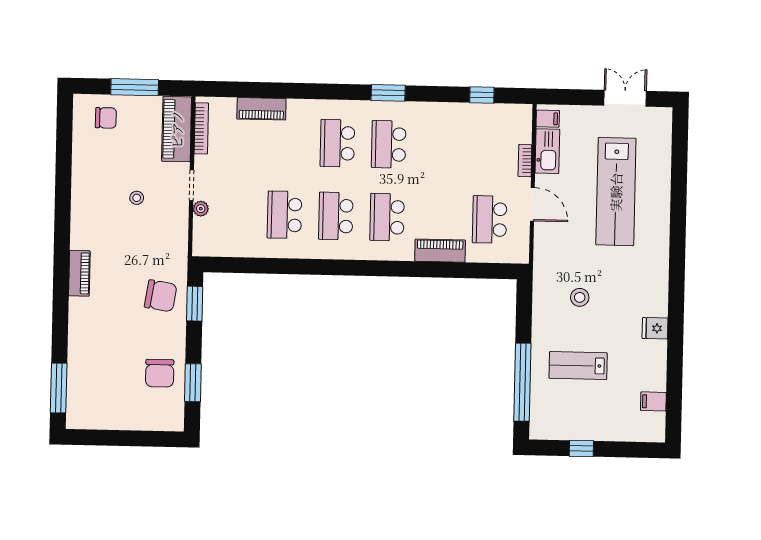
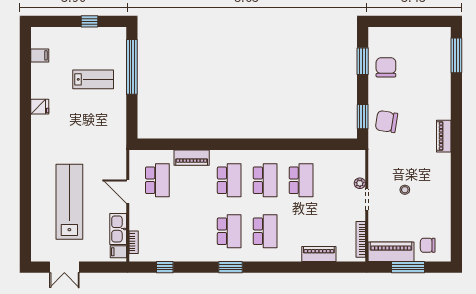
piano: (177, 129) -> (391, 252), moved, turned -90
bookcase: (525, 161) -> (134, 242), moved
stool: (580, 297) -> (93, 127), removed

